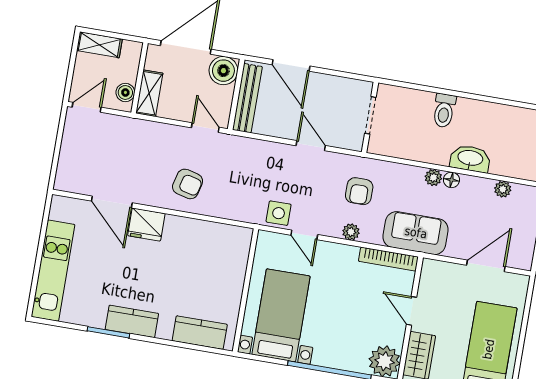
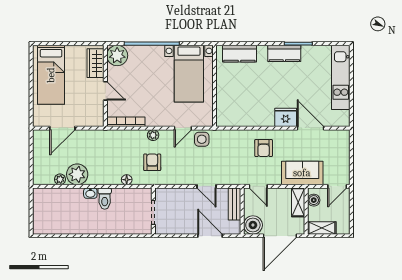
shelving: (99, 45) -> (322, 228), moved
bench: (247, 98) -> (235, 204), width x0.73
toilet: (444, 111) -> (105, 199), moved, turned 180
door: (311, 146) -> (207, 186), moved
washbasin: (470, 159) -> (90, 193), width x0.52, depth x0.69
plant: (433, 178) -> (77, 174), moved, width x1.88, depth x1.88
floor lamp: (451, 180) -> (127, 180), moved
armchair: (188, 184) -> (264, 148), turned -104
sofa: (416, 233) -> (302, 173), moved, turned 180
door: (304, 235) -> (183, 128), swing flipped

